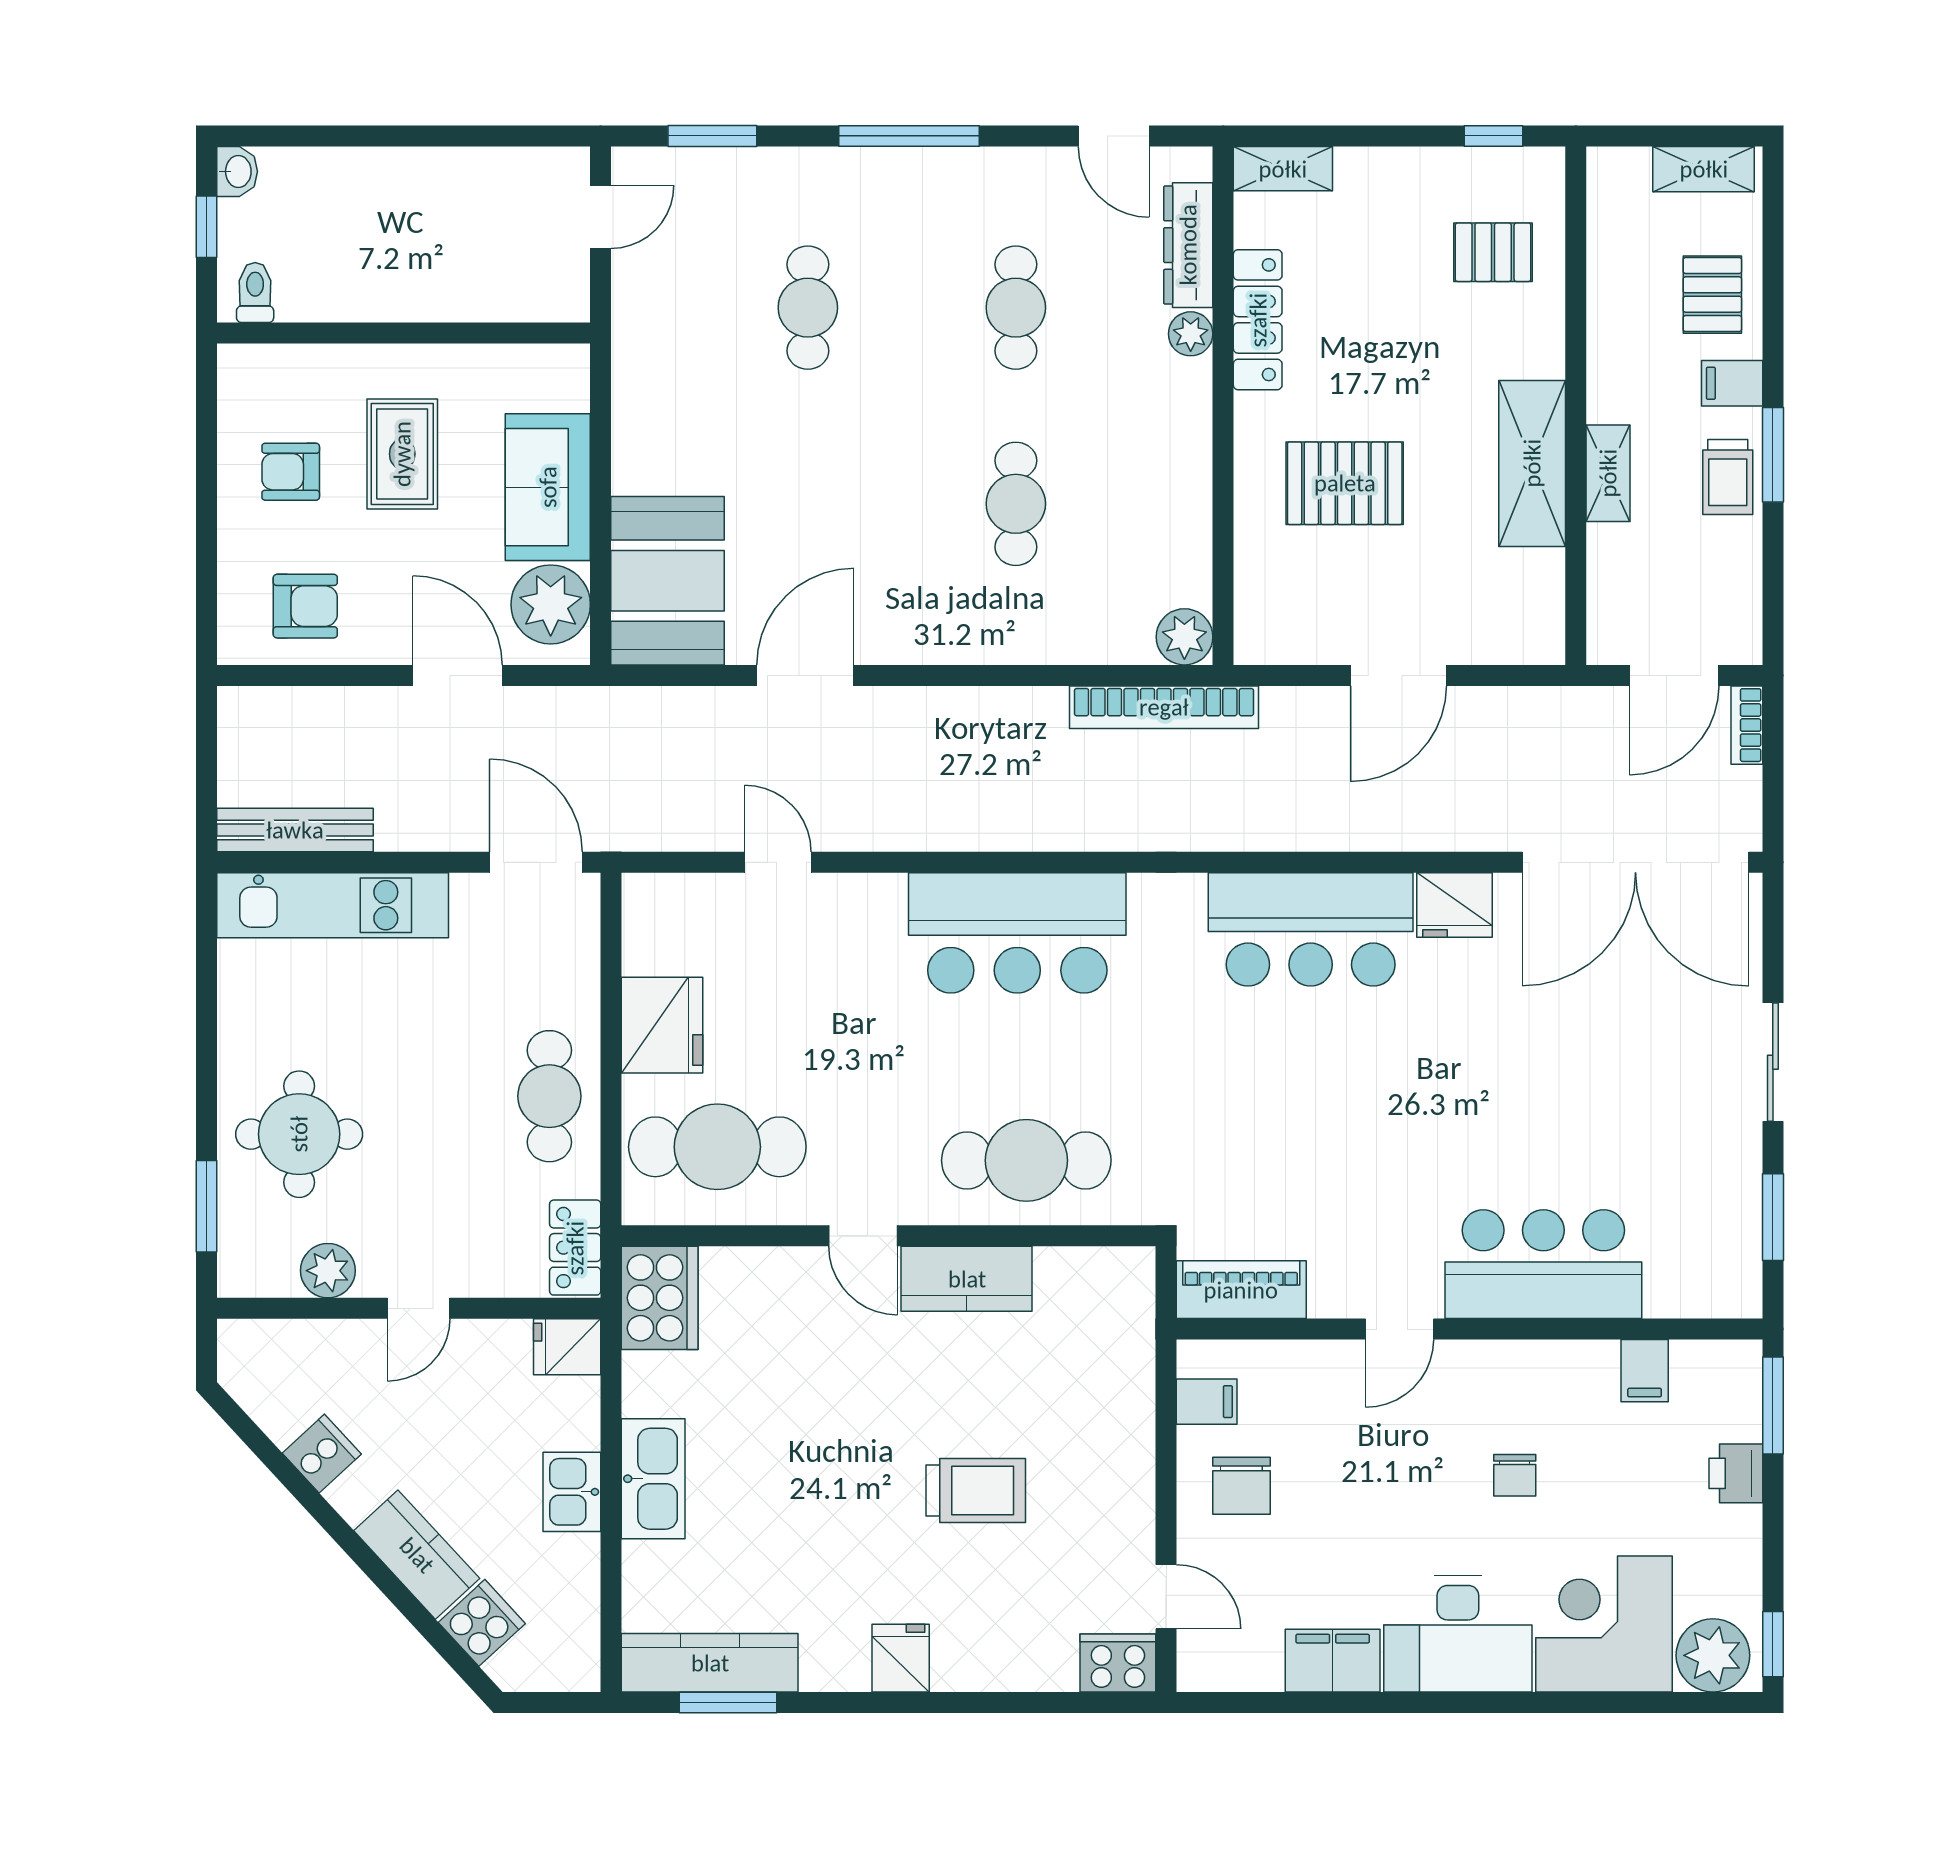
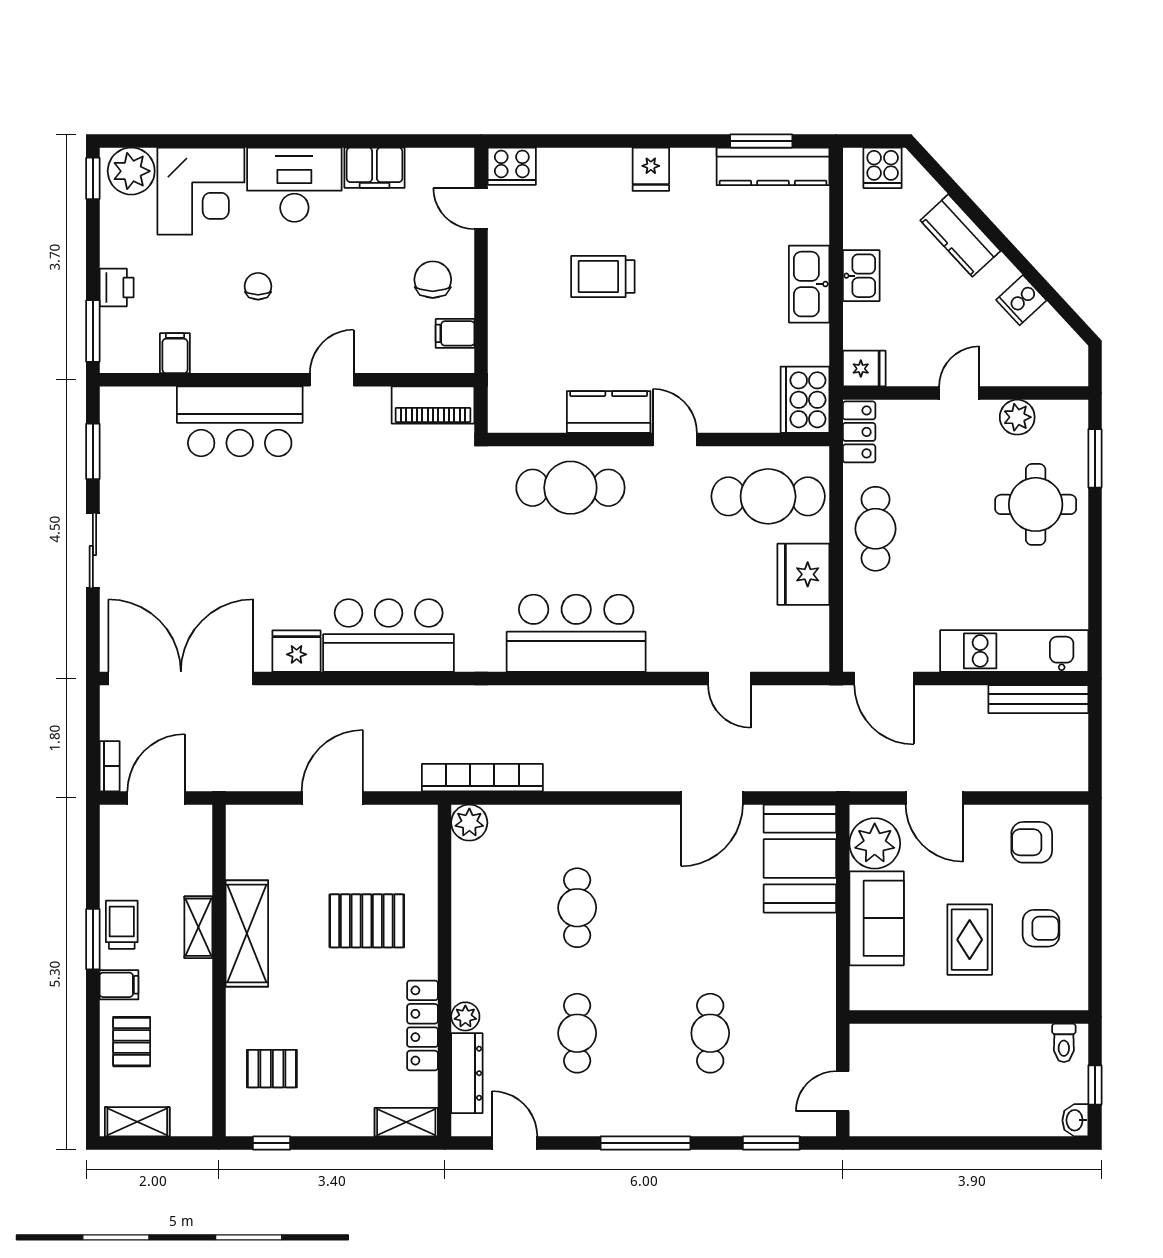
cooker: (482, 1623) -> (883, 168), moved, turned -47

